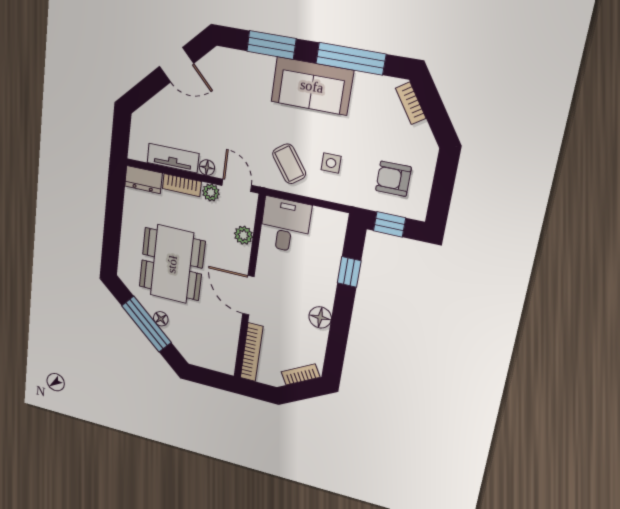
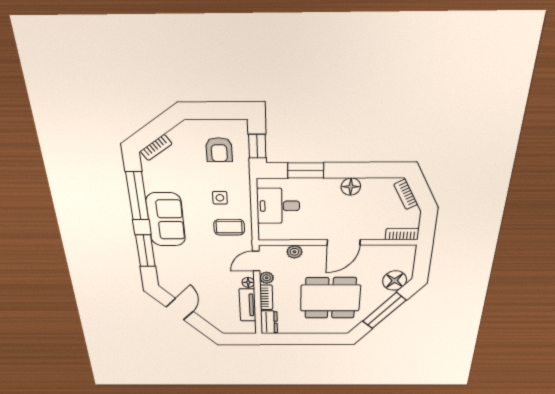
coffee table: (289, 164) -> (229, 227), turned 36
desk: (285, 225) -> (278, 206), moved
window: (349, 272) -> (306, 170), width x1.50
floor lamp: (161, 319) -> (395, 281), moved, width x1.89, depth x1.89
bookcase: (252, 352) -> (402, 234), width x0.64

